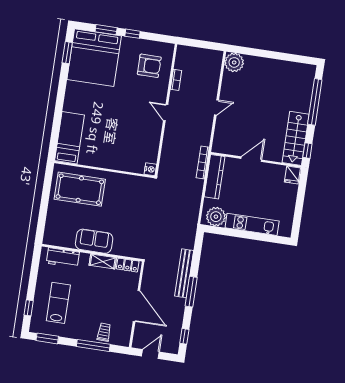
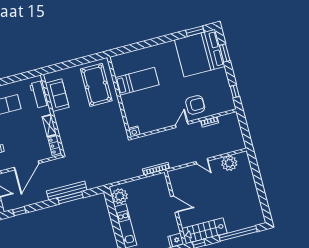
window: (132, 34) -> (235, 91), moved
plant: (234, 62) -> (229, 163), moved
armchair: (149, 66) -> (195, 105), moved, turned -90
bed: (69, 138) -> (137, 81), moved
kitchen counter: (215, 177) -> (149, 182), removed
sofa: (94, 241) -> (57, 95), moved
window: (191, 292) -> (71, 198), moved

